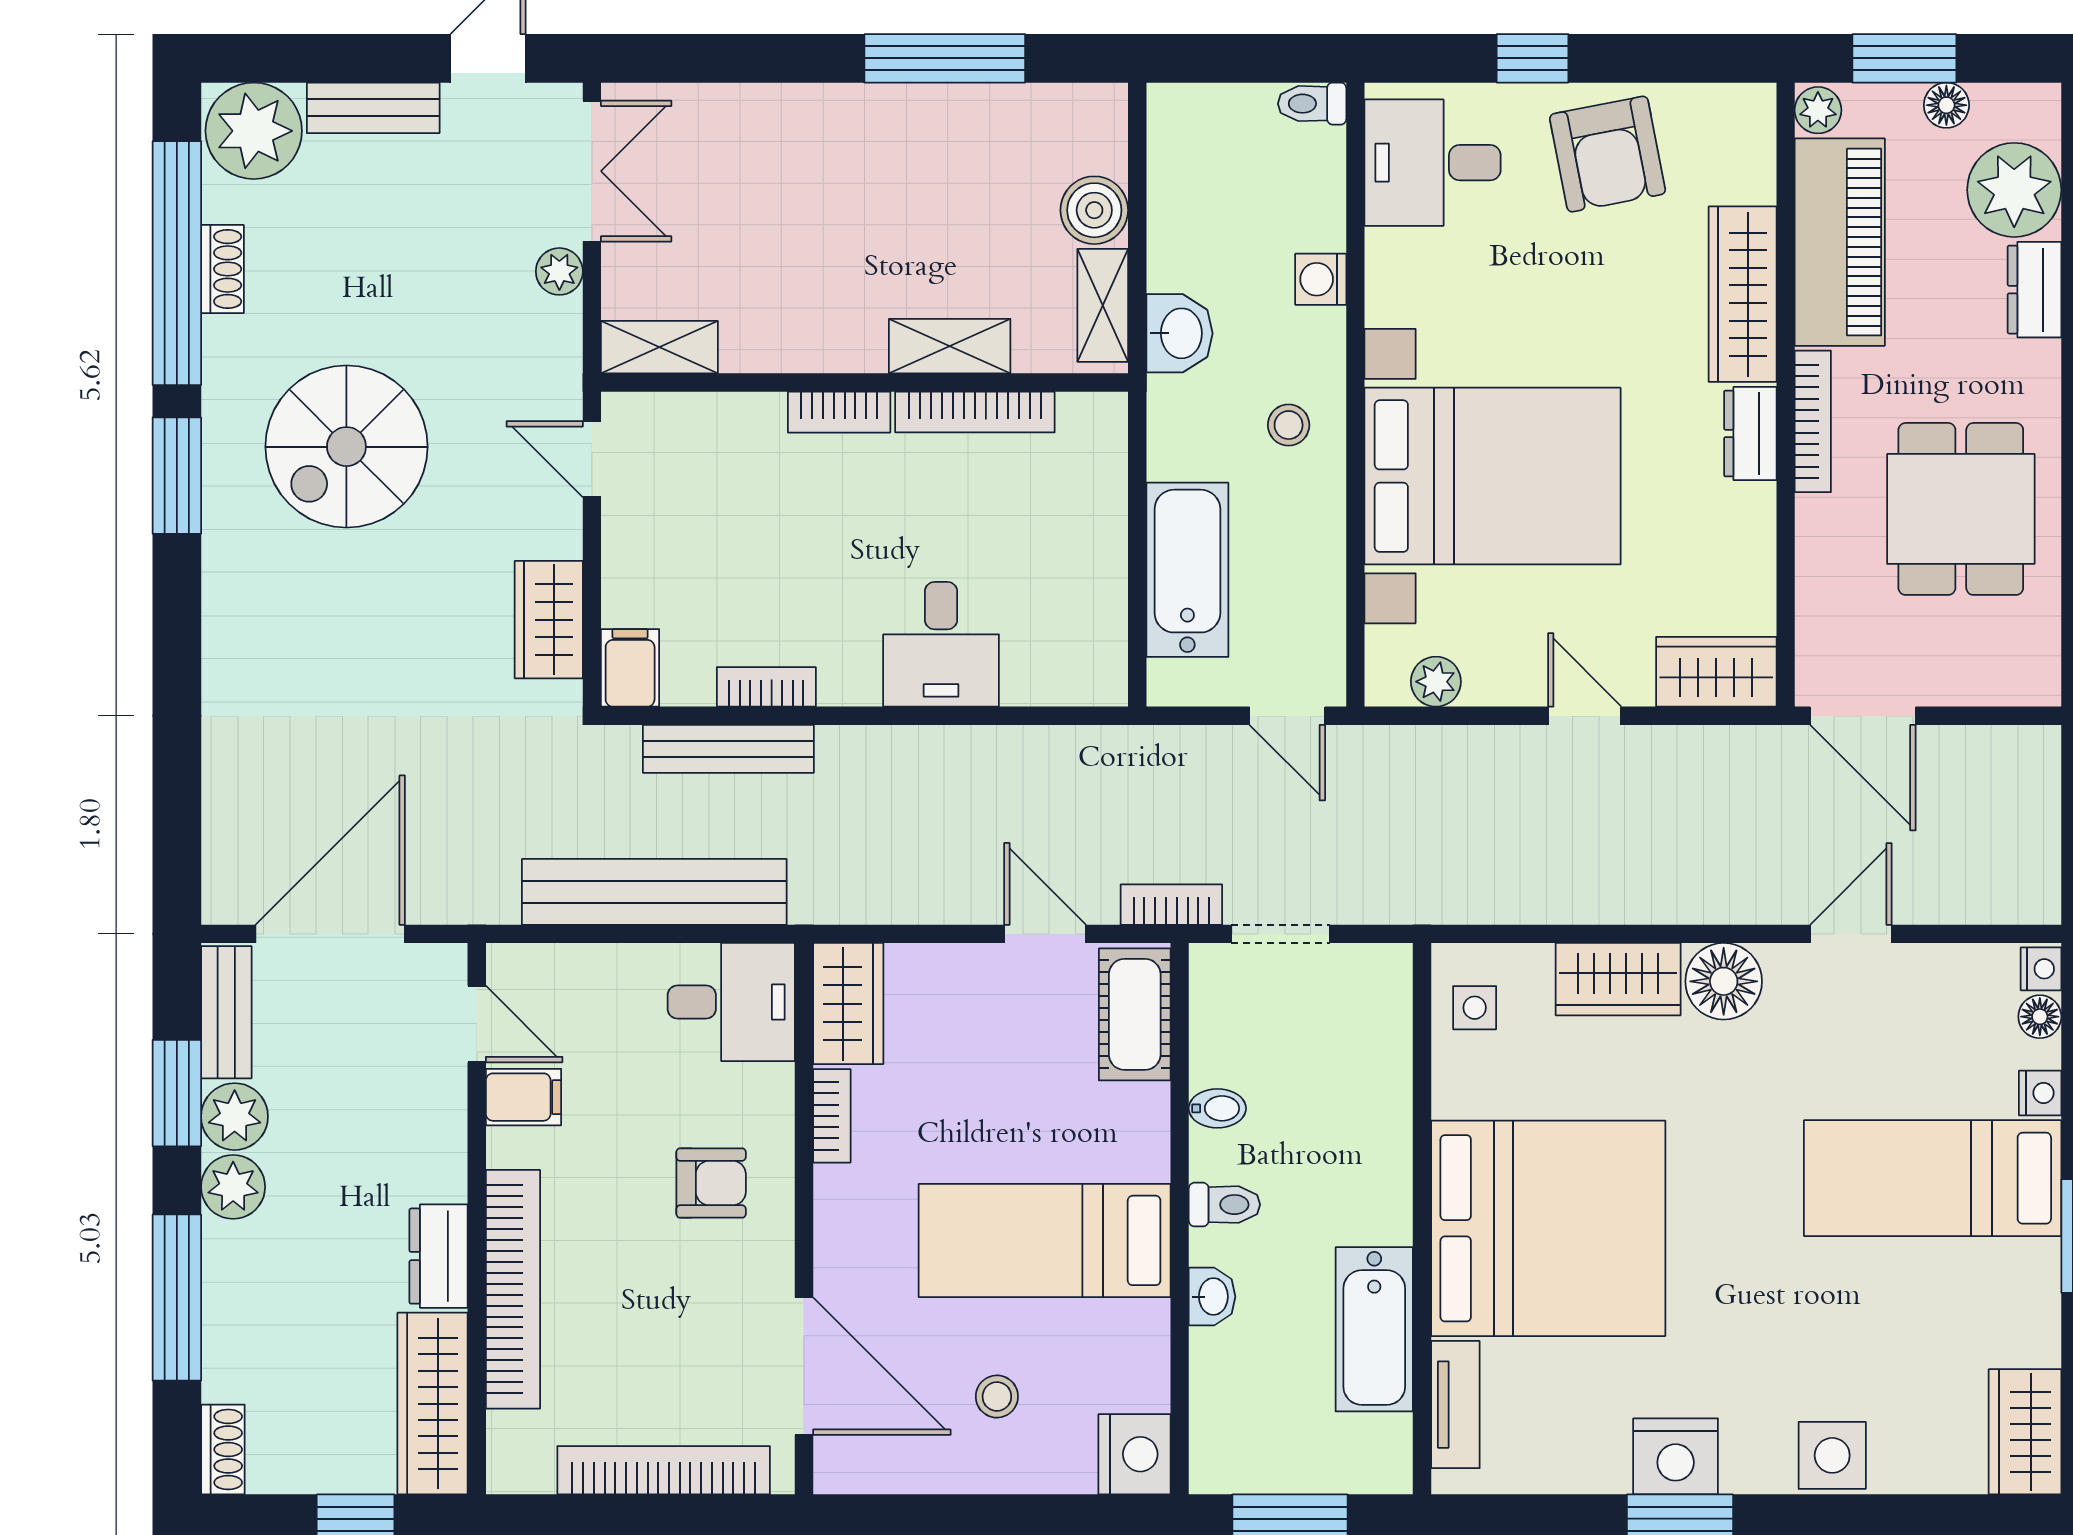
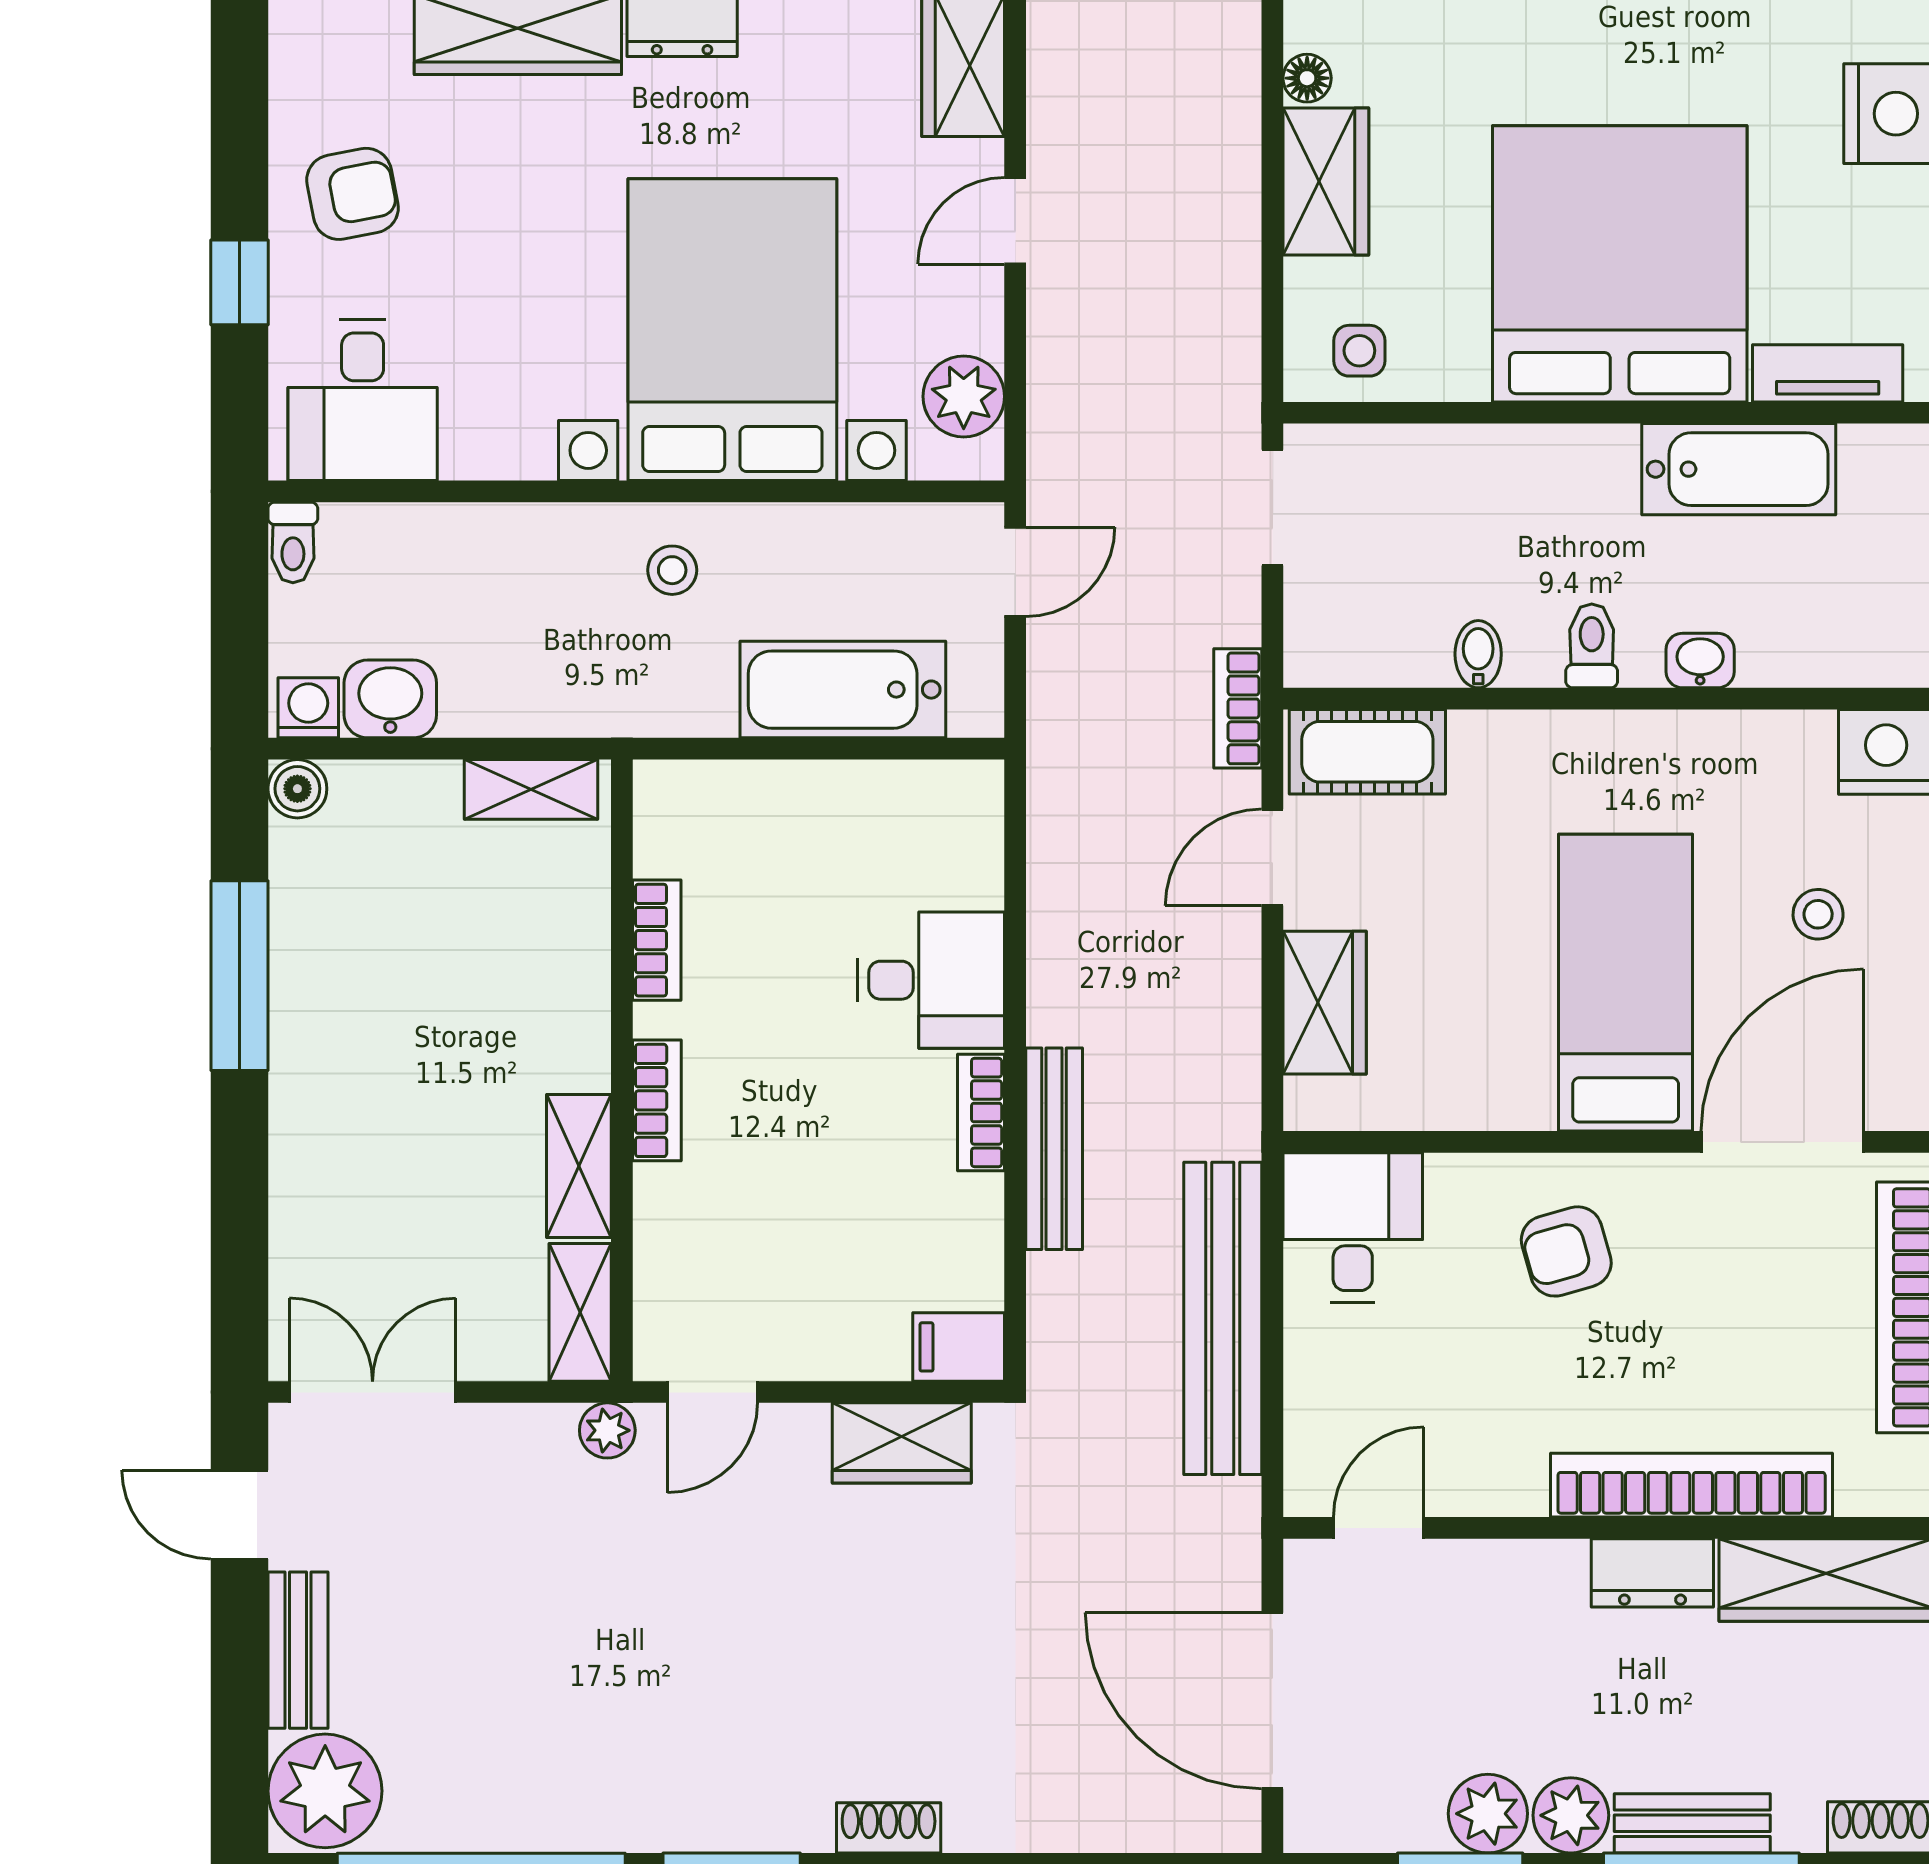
armchair: (1608, 154) -> (352, 194), width x0.72, depth x0.72
boiler: (1094, 210) -> (297, 789), moved, width x0.73, depth x0.73
shoe rack: (222, 269) -> (889, 1828), moved
plant: (559, 271) -> (607, 1430), moved
washing machine: (1321, 279) -> (308, 708), moved, turned 180
washbasin: (1179, 333) -> (390, 699), moved
shelving: (950, 346) -> (579, 1166), moved
bookcase: (975, 412) -> (657, 940), width x0.64
spiral stairs: (346, 447) -> (697, 1681), removed
plant: (1436, 682) -> (964, 396), width x1.38, depth x1.38
bookcase: (766, 687) -> (981, 1113), moved
bench: (728, 749) -> (1054, 1149), moved
doorway: (1281, 934) -> (1272, 508), moved
floor lamp: (1724, 981) -> (1307, 78), width x0.53, depth x0.53
wardrobe: (848, 1004) -> (1325, 1003), moved, turned 90
bench: (226, 1012) -> (1692, 1823), moved
filing cabinet: (523, 1097) -> (1465, 1473), removed
bookcase: (832, 1116) -> (1487, 1109), removed
armchair: (711, 1183) -> (1566, 1251), turned -106
bed: (1045, 1240) -> (1626, 983), moved, turned 180

